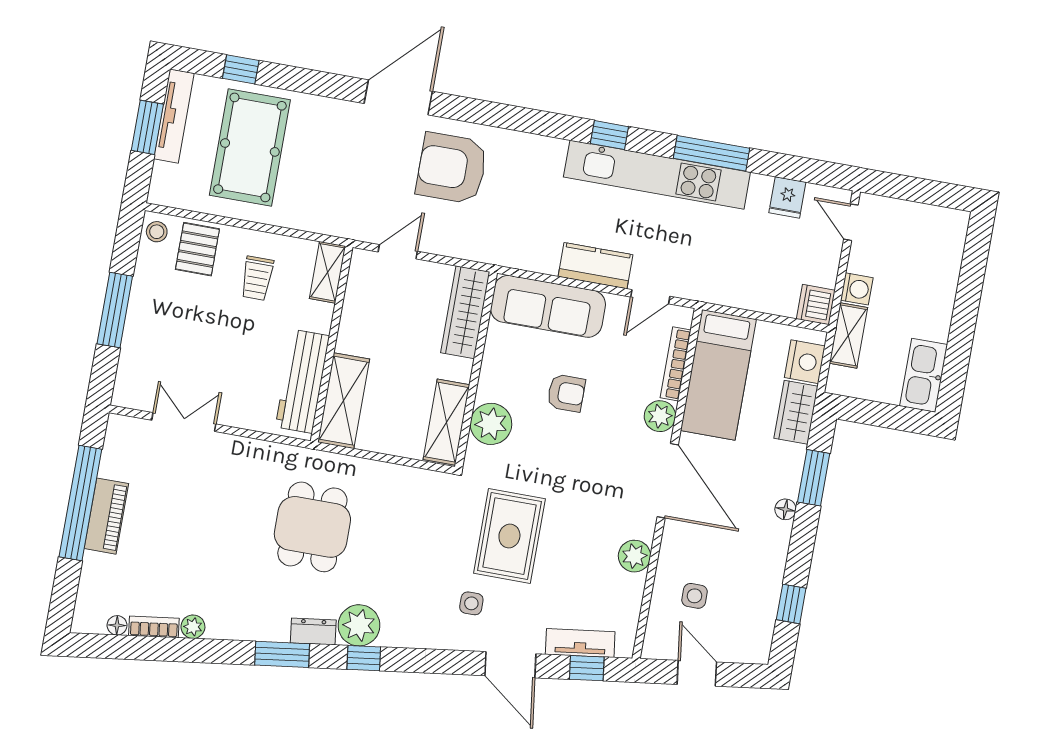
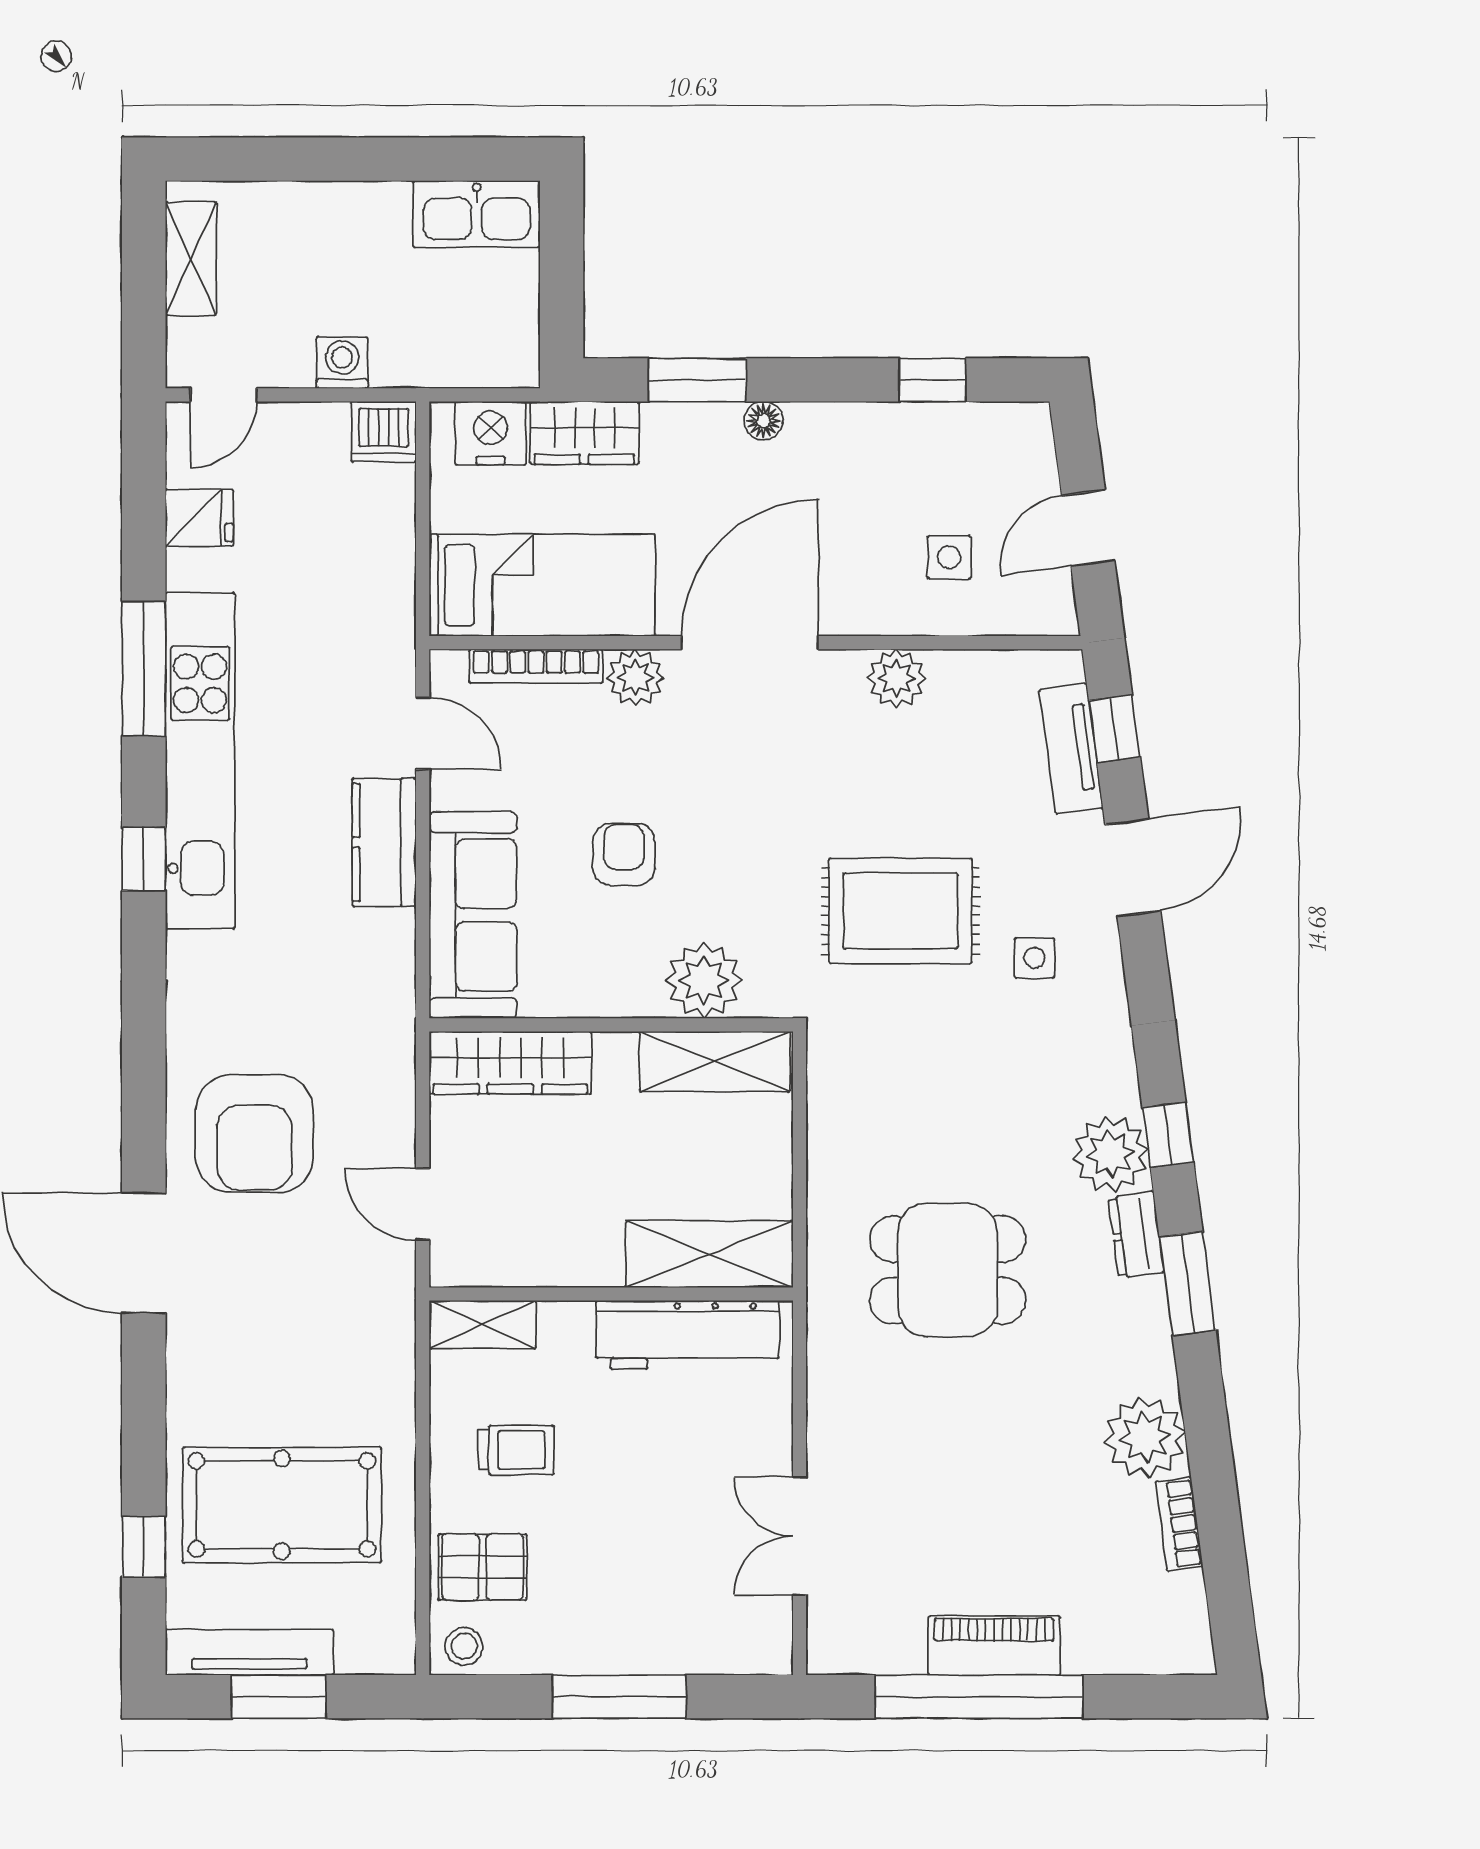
shelving: (848, 335) -> (191, 259), moved, turned 90
floor lamp: (117, 625) -> (1188, 1591), removed
plant: (193, 627) -> (1145, 1437), width x1.88, depth x1.88

